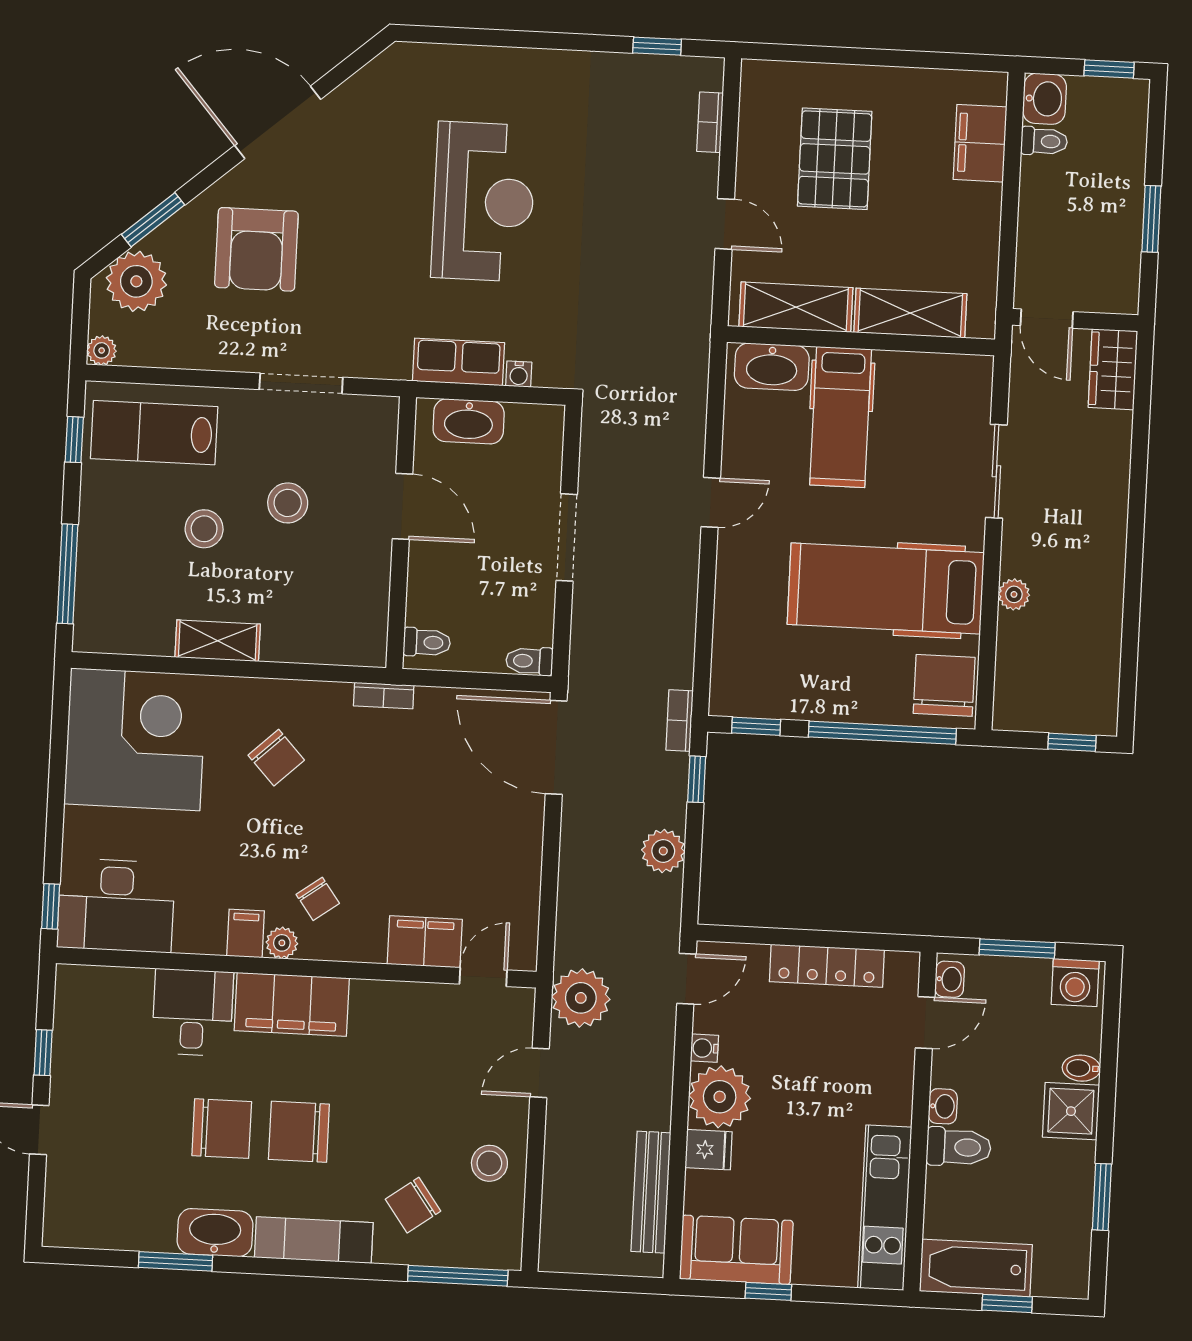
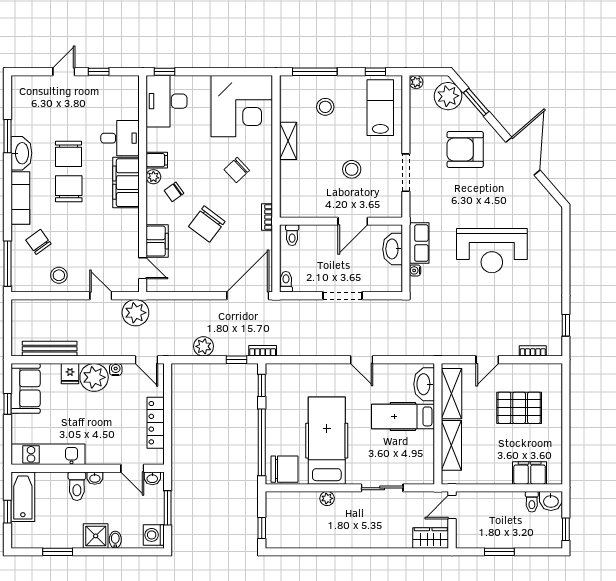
stool: (204, 529) -> (325, 107), moved
chair: (393, 830) -> (207, 224), added

